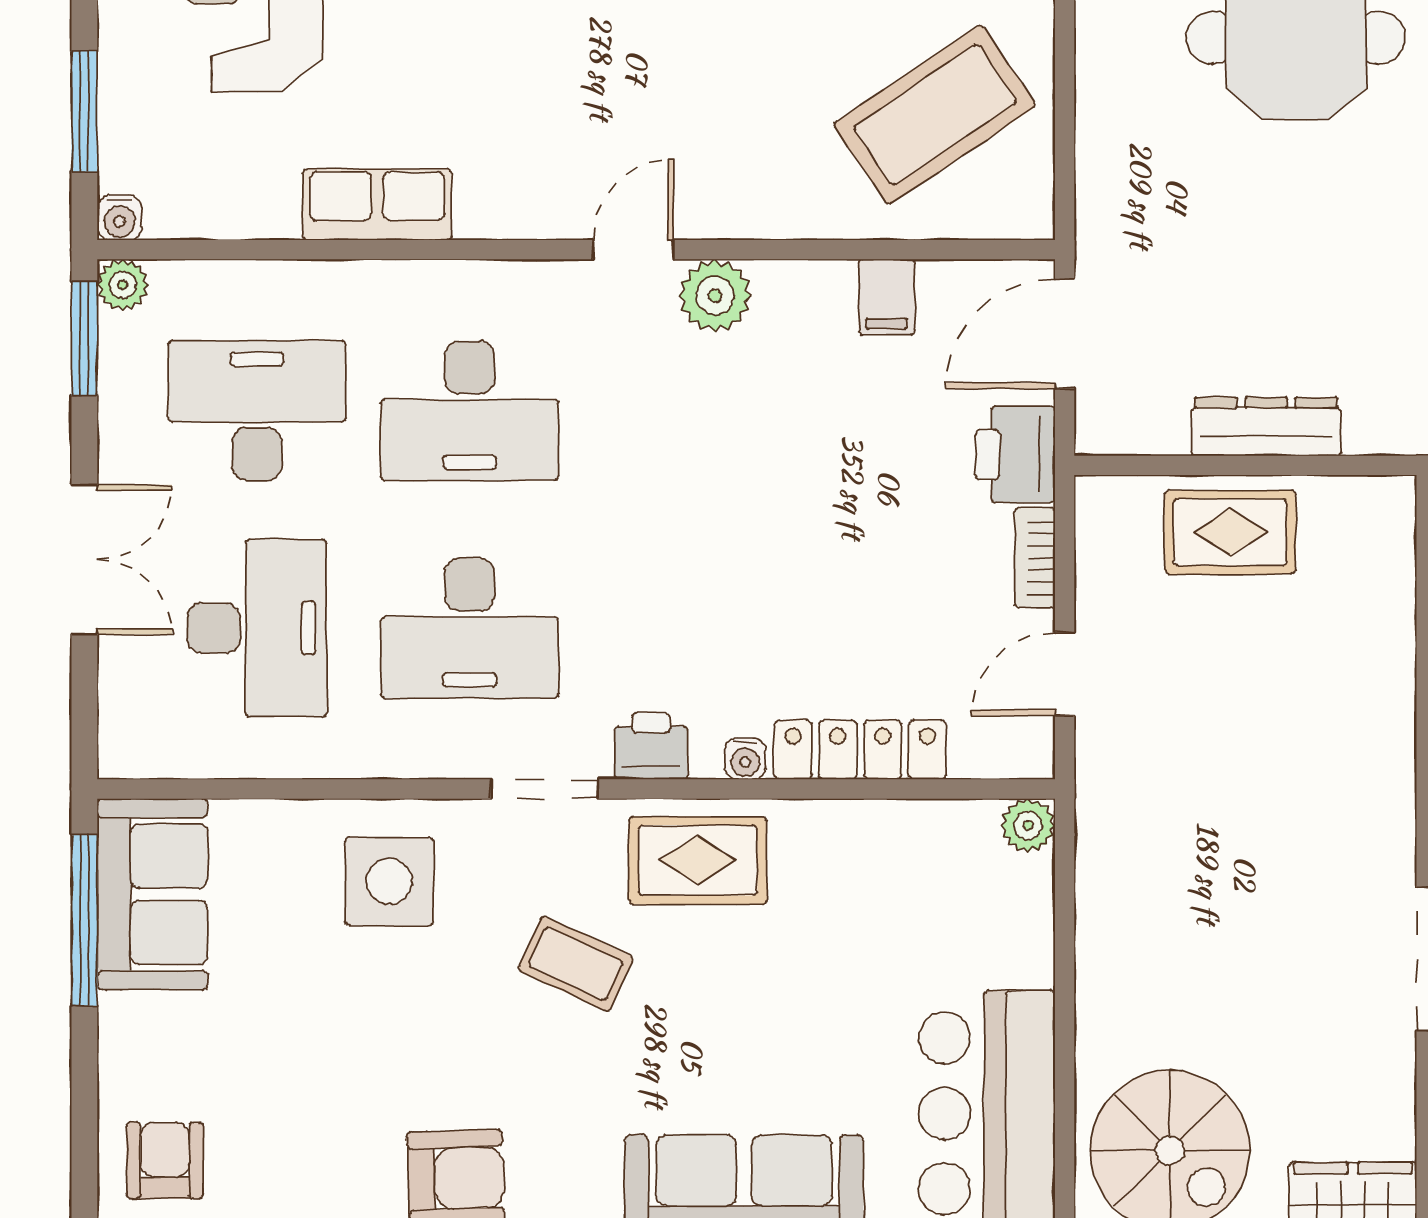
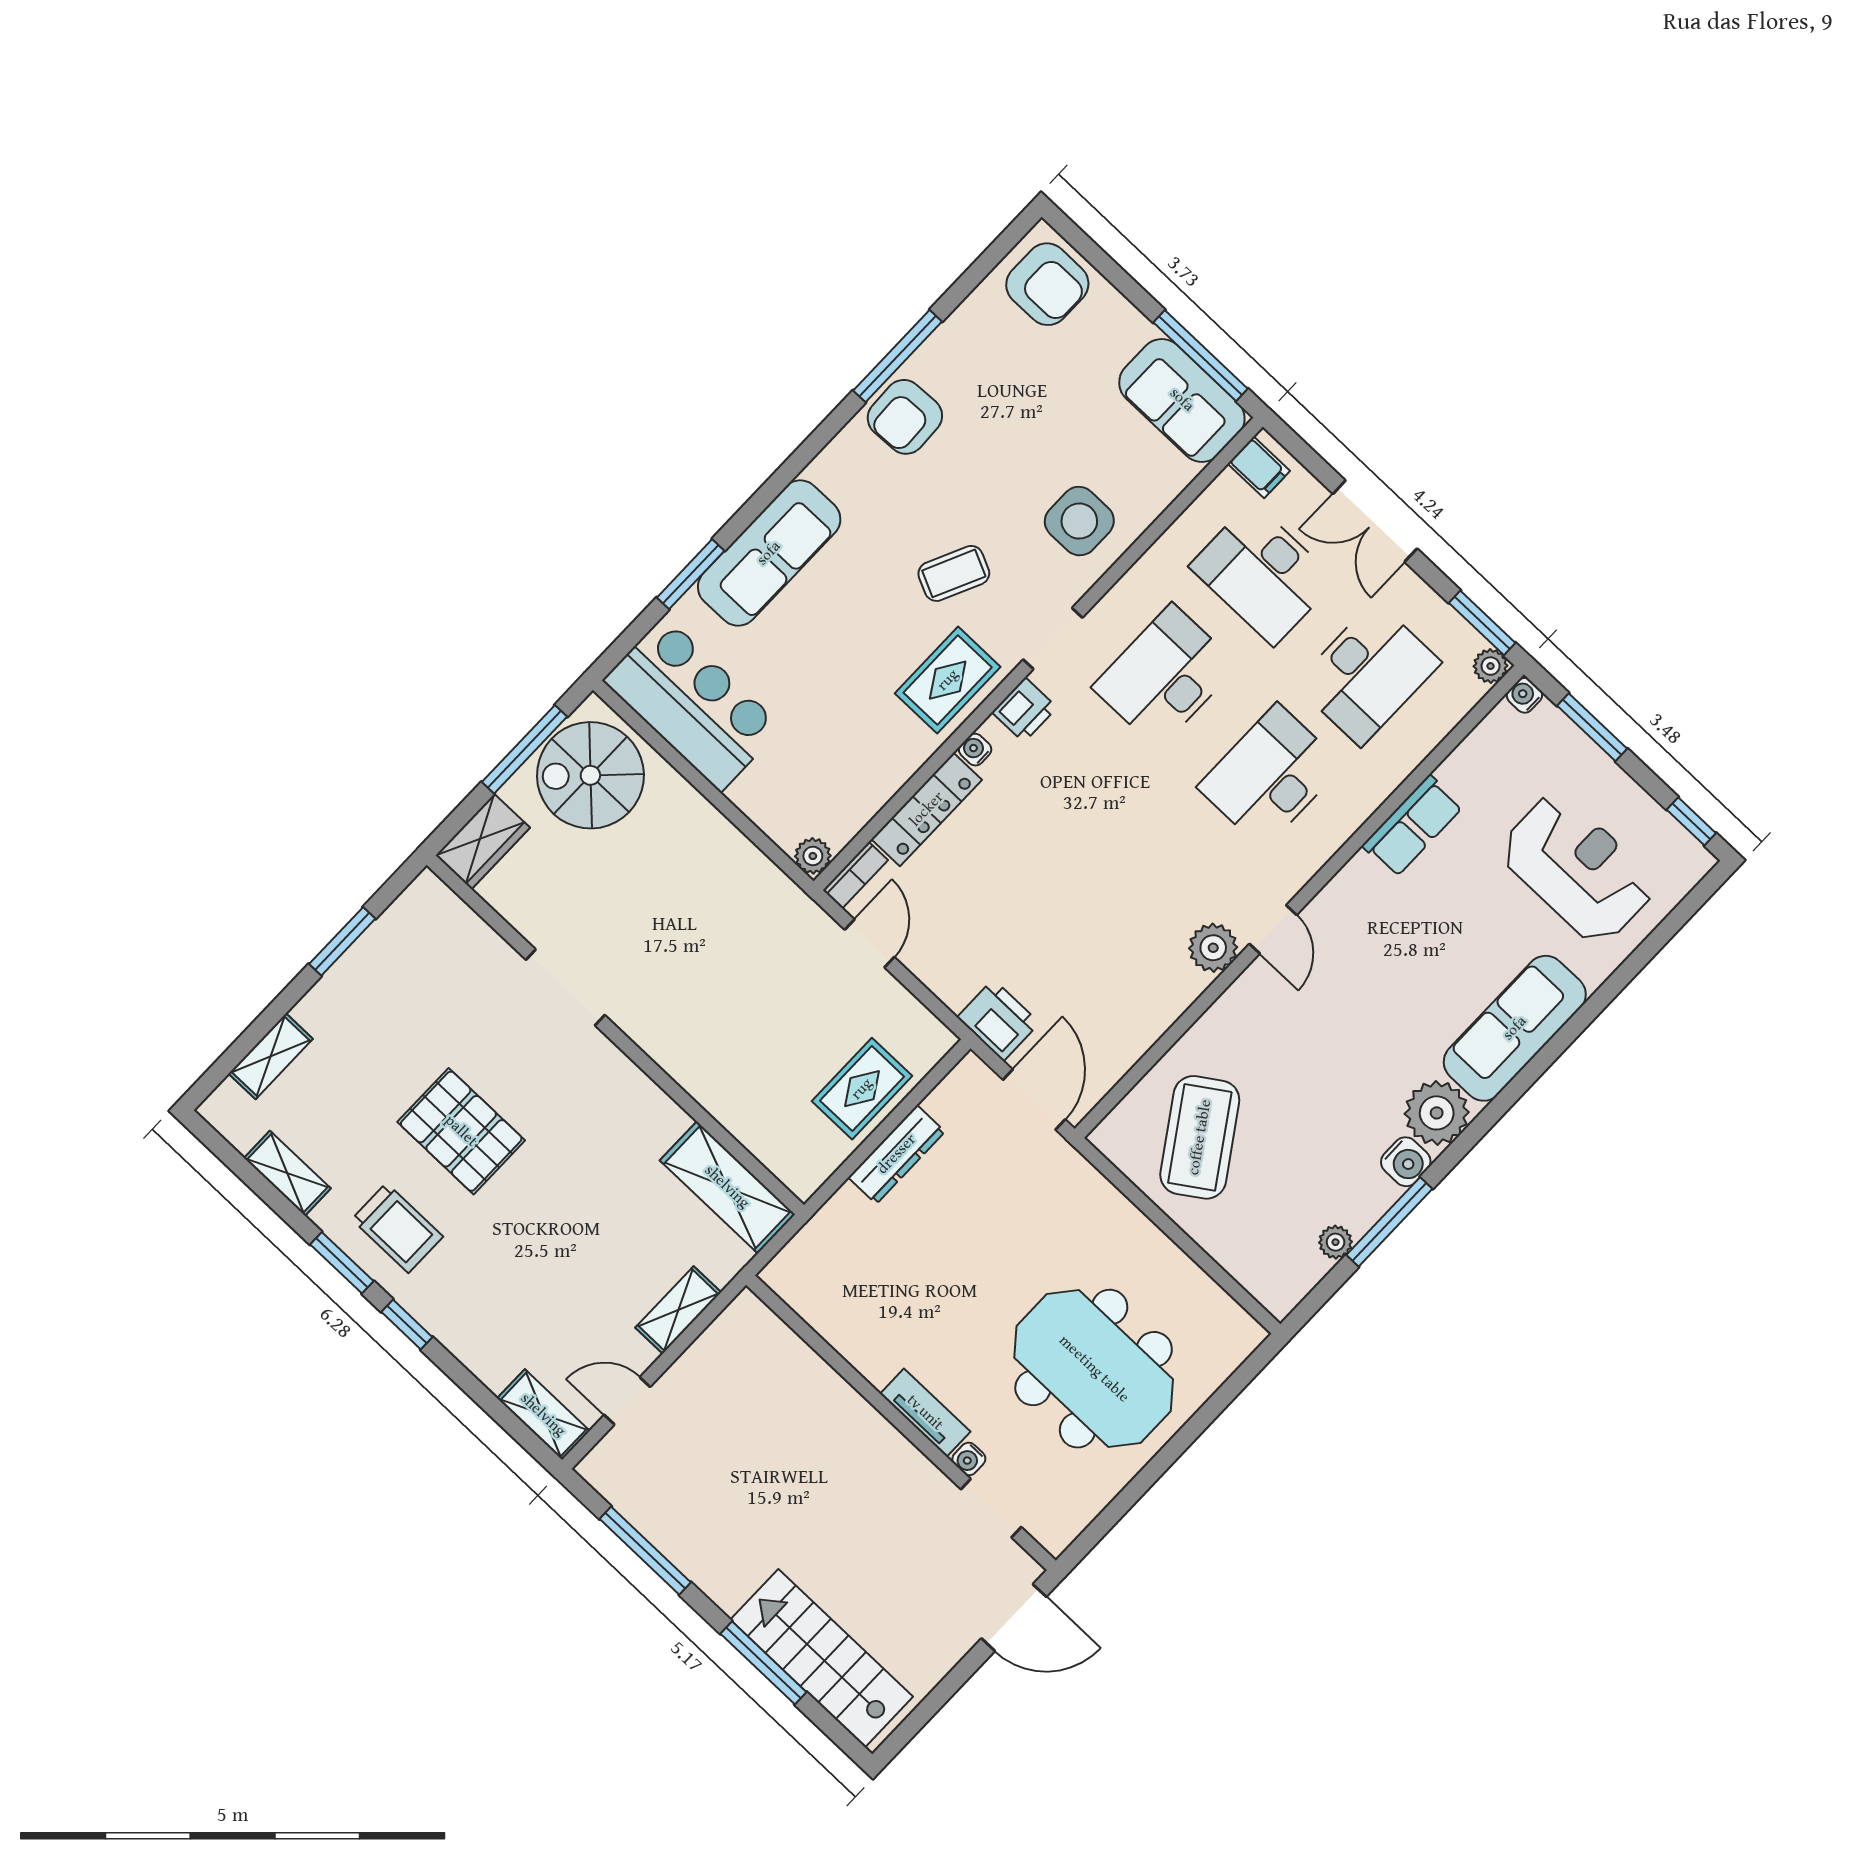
filing cabinet: (887, 297) -> (1259, 467), moved, turned 180
bookcase: (1035, 558) -> (855, 875), moved, turned 90
armchair: (165, 1160) -> (1047, 284), width x1.38, depth x1.38

